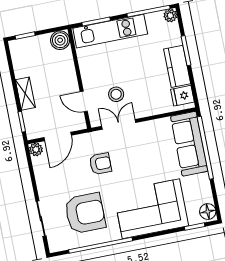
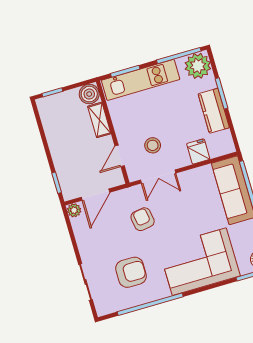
plant: (170, 16) -> (198, 66), width x1.88, depth x1.88
shelving: (25, 94) -> (99, 120), moved
fridge: (182, 96) -> (198, 151), moved, turned 90
door: (84, 102) -> (120, 156), hinge flipped
double door: (119, 124) -> (158, 176), swing flipped
armchair: (100, 164) -> (143, 219), turned -99
armchair: (85, 213) -> (131, 272), width x0.73, depth x0.73

